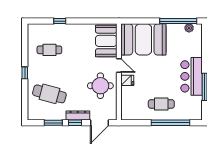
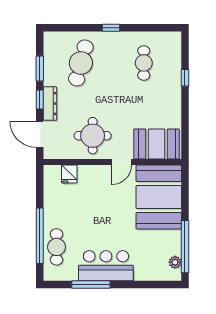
fridge: (127, 80) -> (69, 174), moved
cafe table: (161, 104) -> (57, 247), moved

